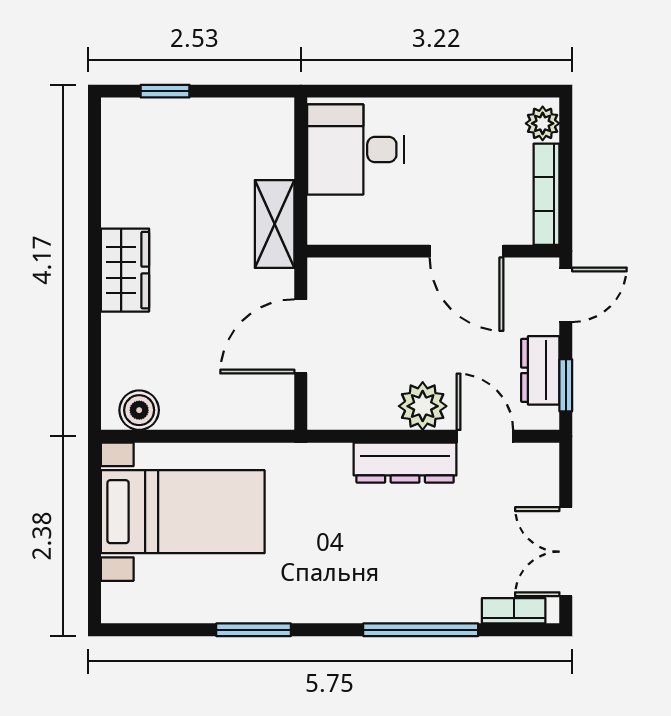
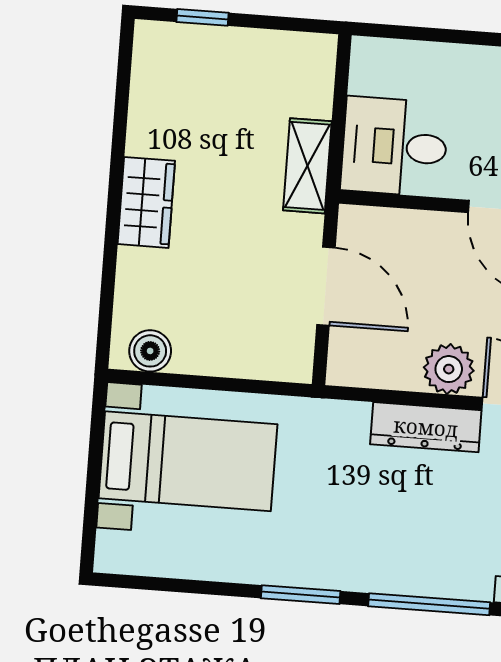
desk: (356, 149) -> (394, 147), moved
door: (301, 336) -> (326, 286), swing flipped
window: (254, 630) -> (301, 595), moved

